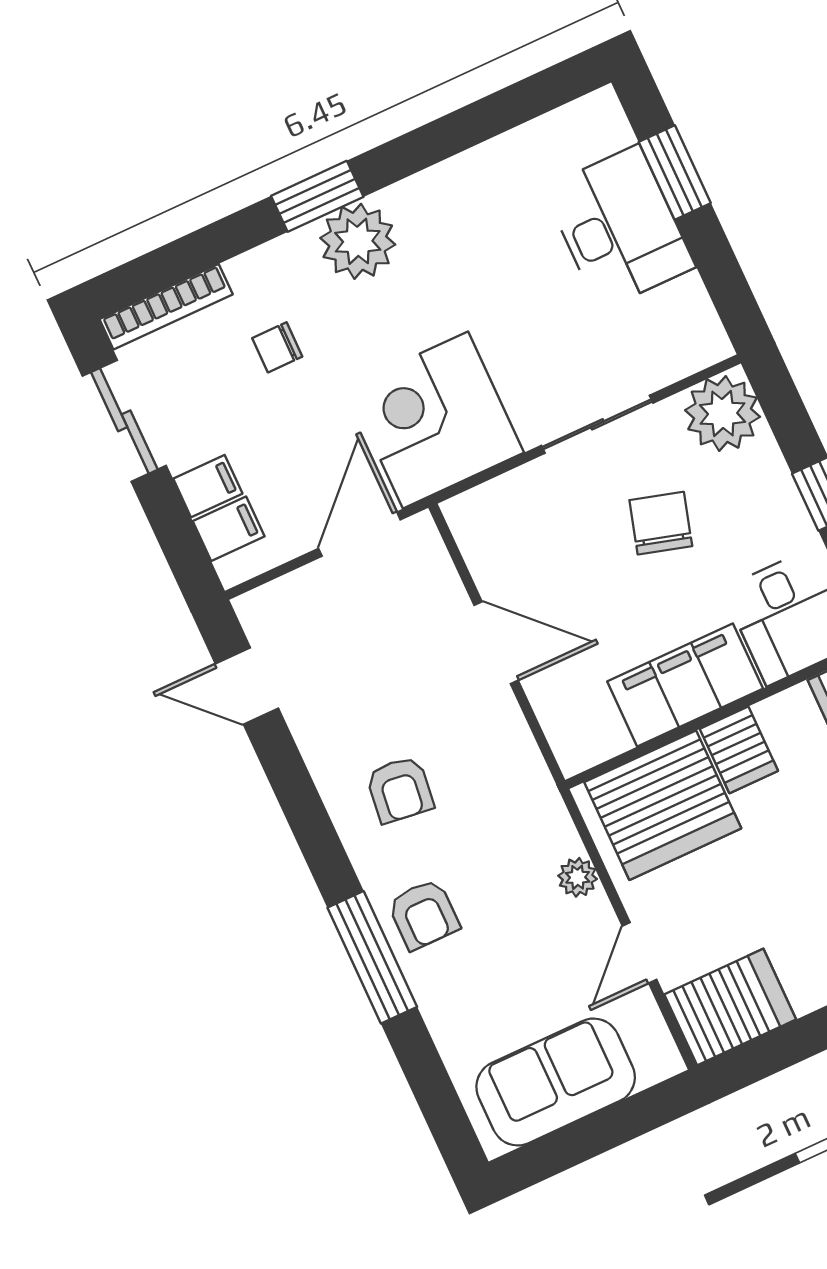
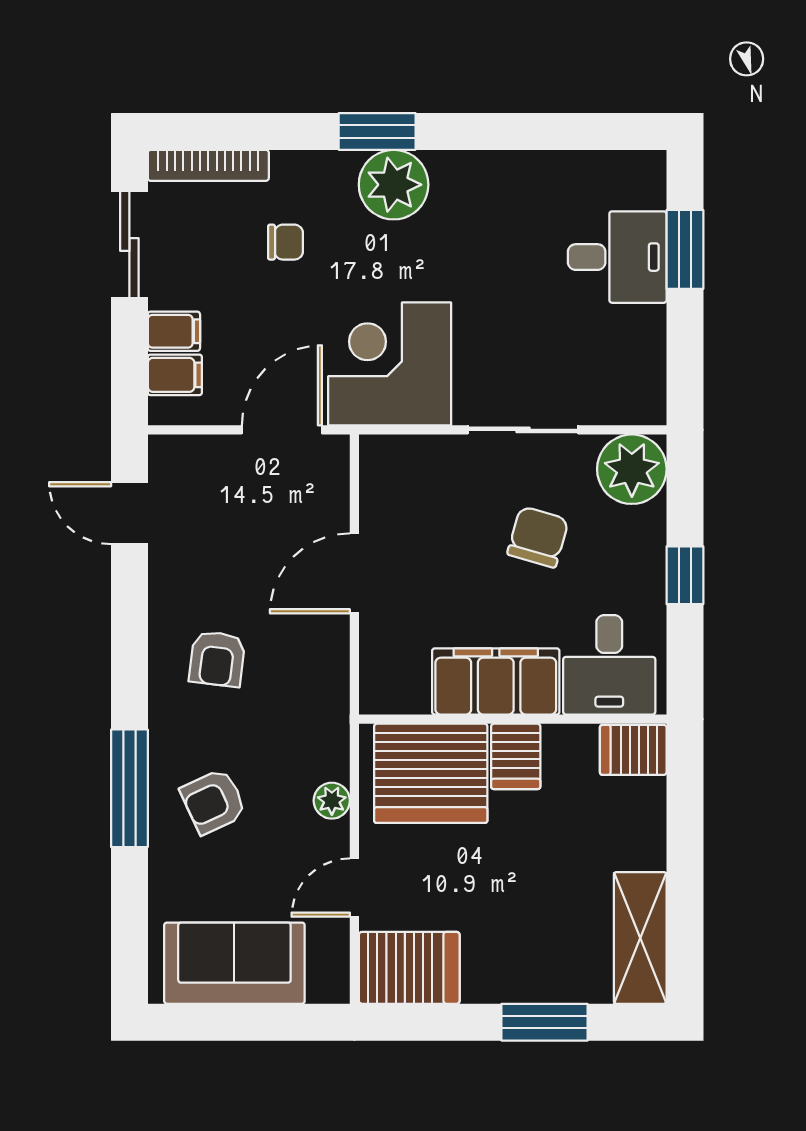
desk: (619, 228) -> (617, 257), width x0.73
chair: (277, 347) -> (285, 242), turned 180
door: (496, 643) -> (354, 573), swing flipped
armchair: (424, 914) -> (213, 801), moved, turned 65

